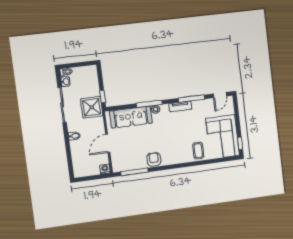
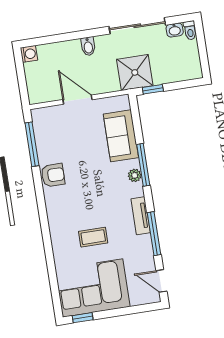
sofa: (131, 117) -> (121, 136), width x0.73
coffee table: (198, 151) -> (93, 237), moved
washing machine: (105, 169) -> (29, 54), moved

